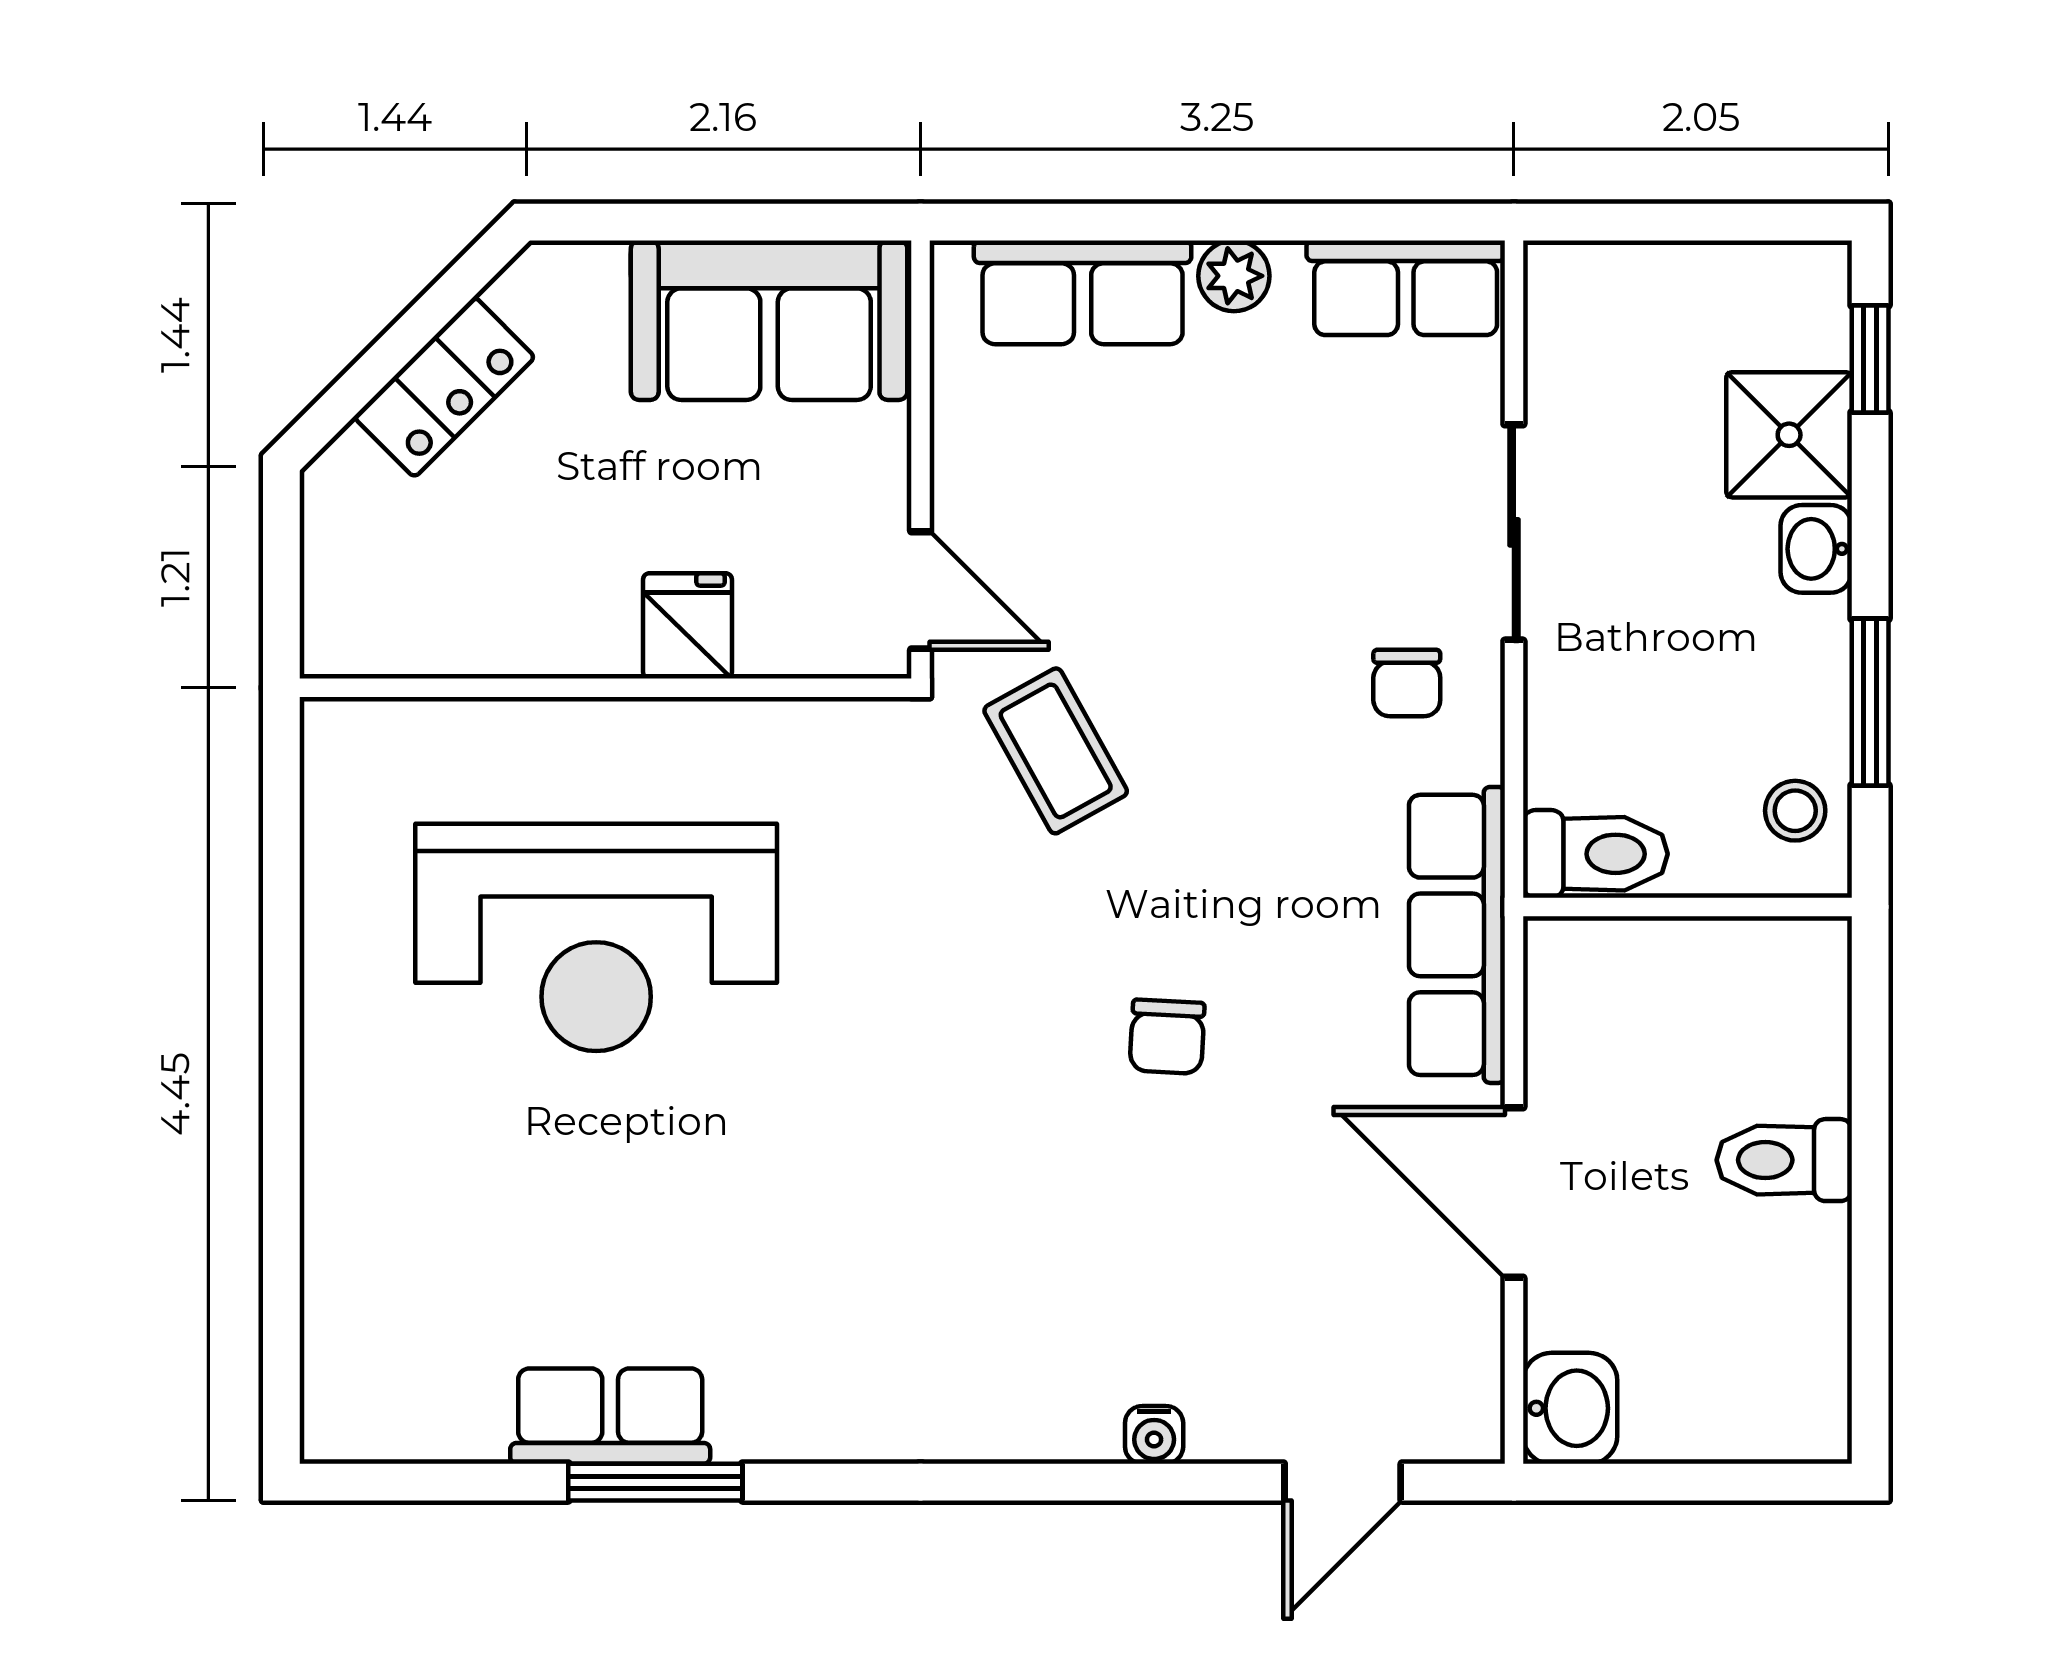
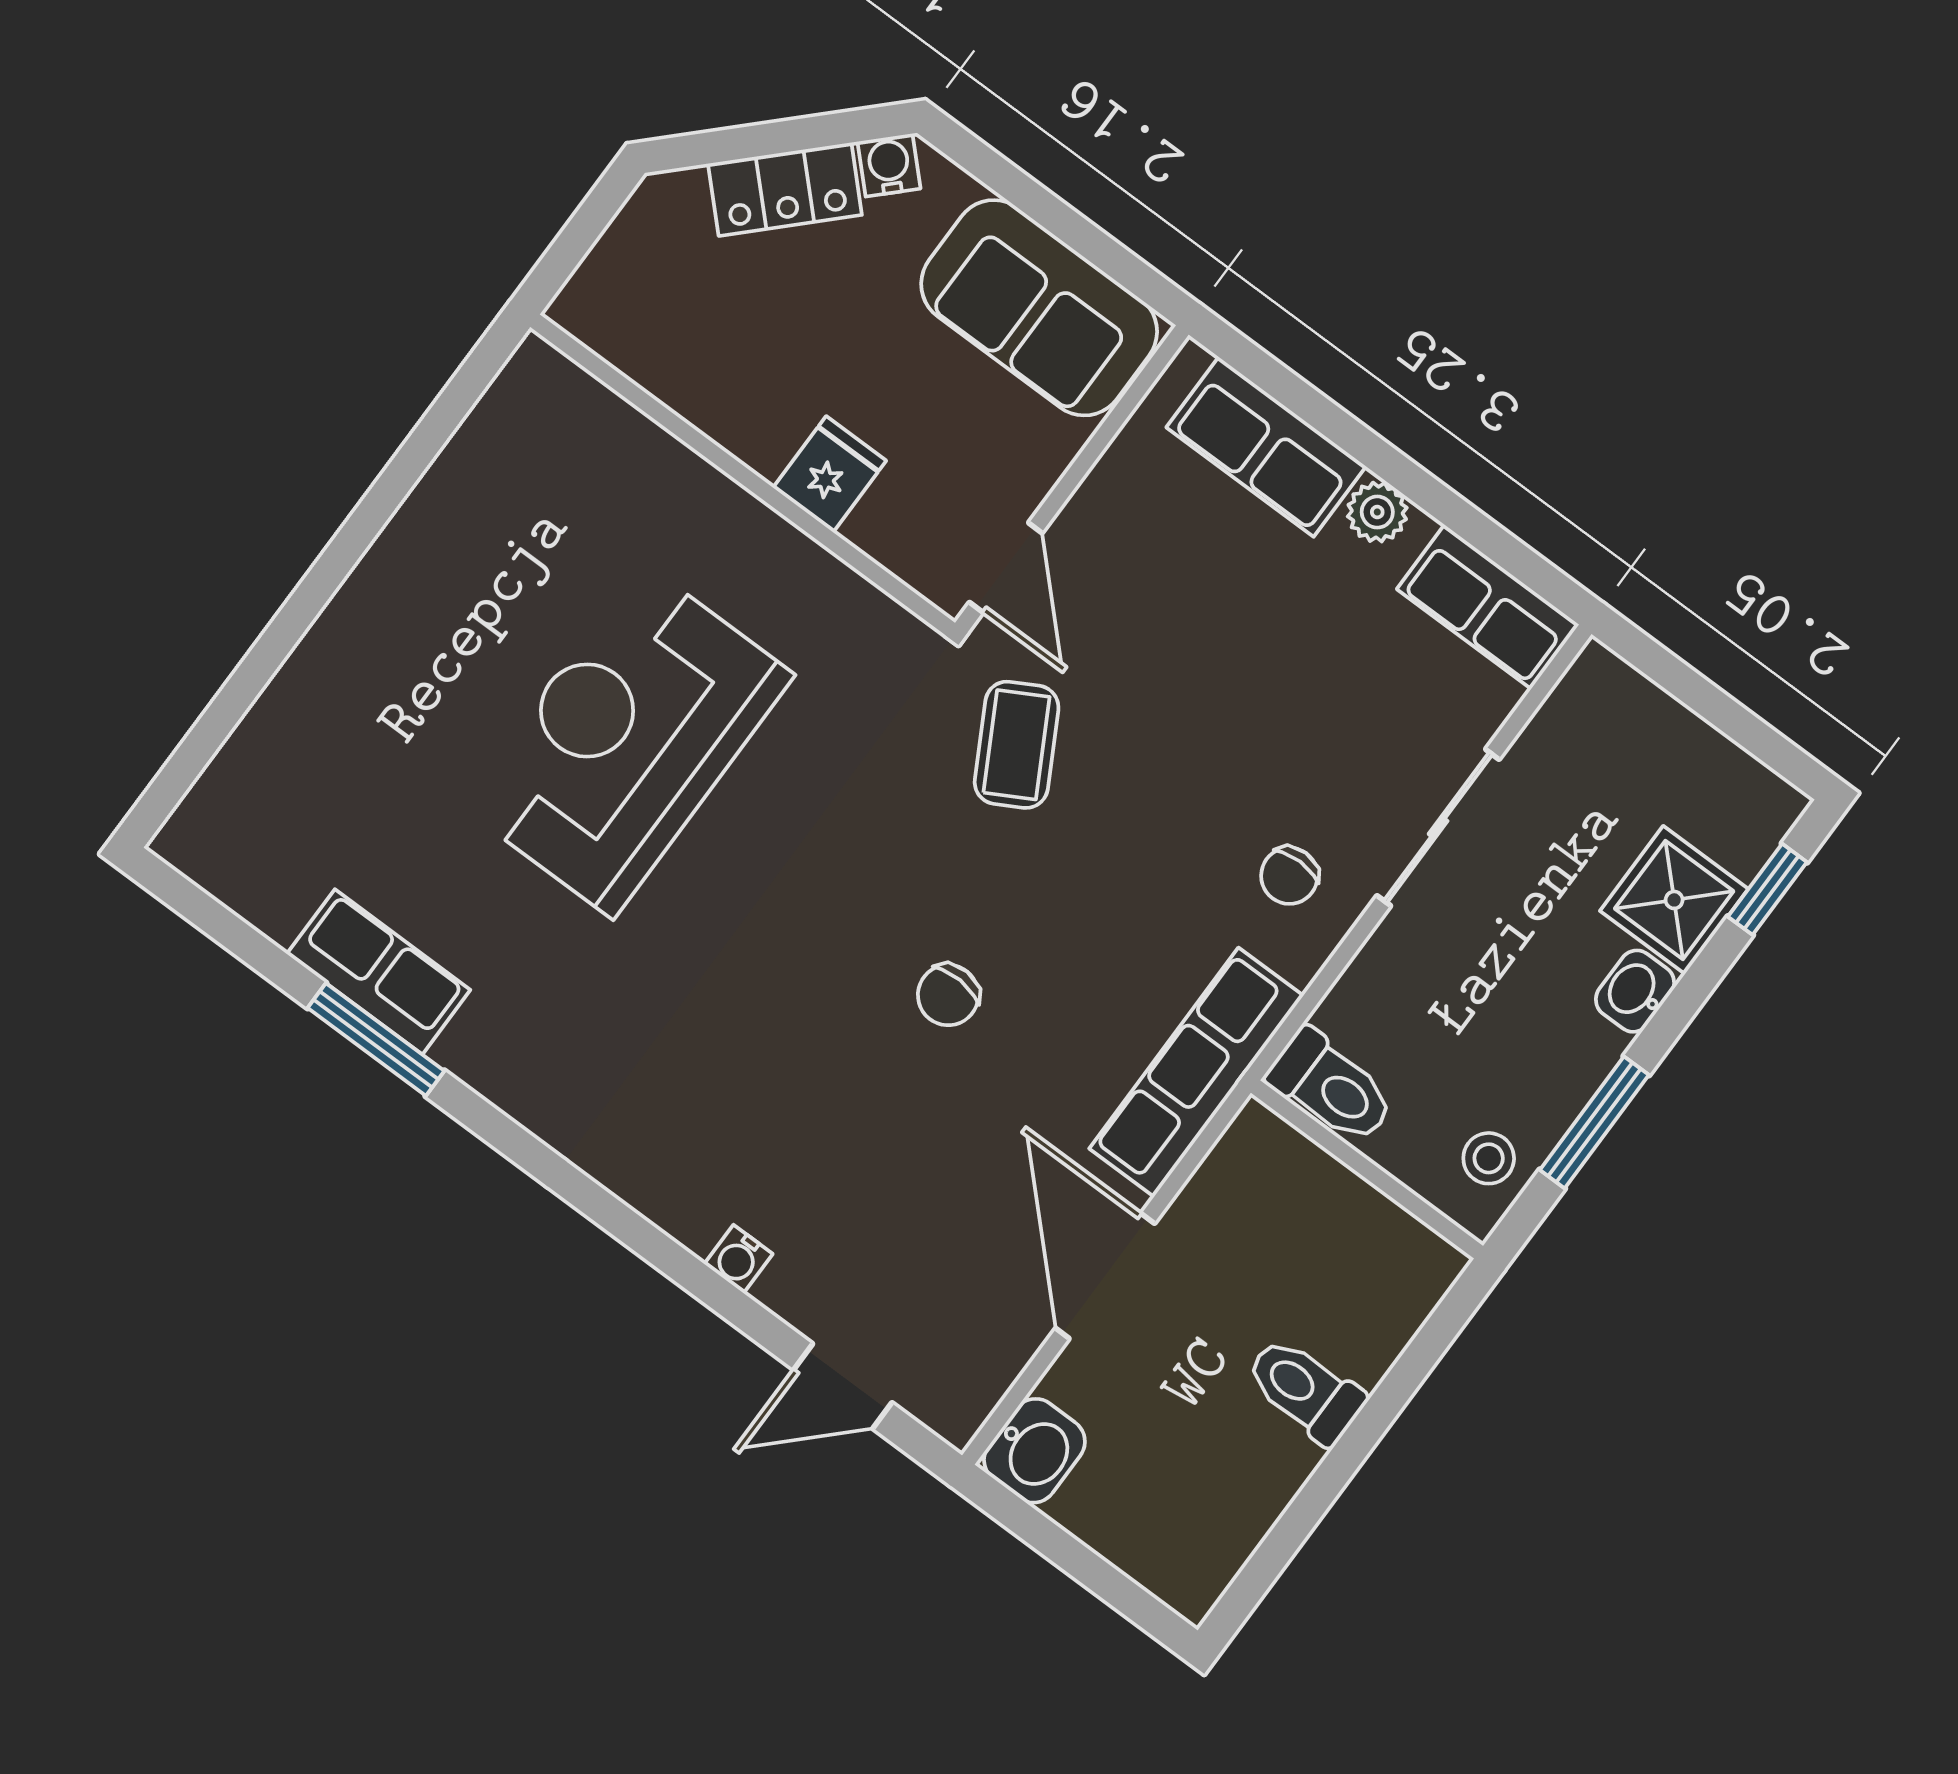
water cooler: (526, 291) -> (889, 165), added
reception desk: (596, 937) -> (627, 740), moved, turned 90

